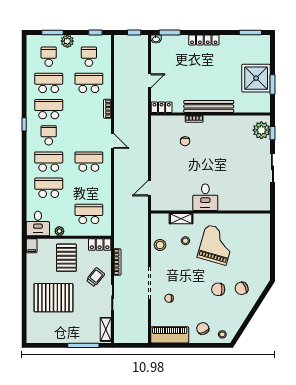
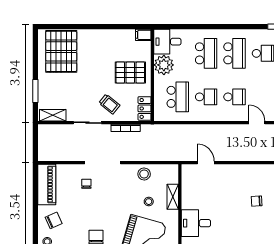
door: (113, 141) -> (257, 123), swing flipped
school desk: (89, 162) -> (235, 97), width x0.54
school desk: (89, 188) -> (206, 97), added
plant: (59, 231) -> (164, 65), width x1.87, depth x1.87
pallet: (53, 298) -> (61, 51), moved
window: (83, 345) -> (35, 91), width x0.69

